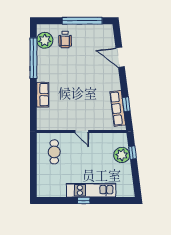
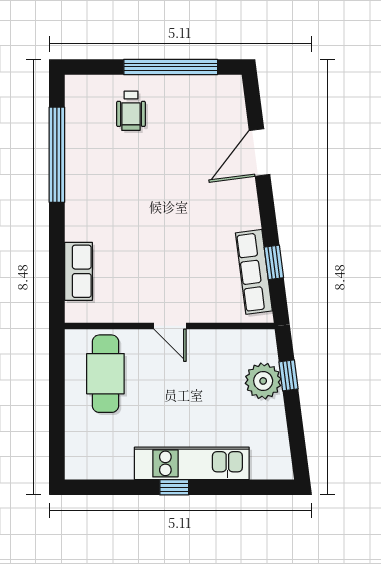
plant: (45, 40) -> (83, 113), removed
door: (120, 57) -> (260, 152), hinge flipped
row of seats: (43, 95) -> (78, 271), moved
cafe table: (54, 152) -> (105, 374), width x1.37, depth x1.35

